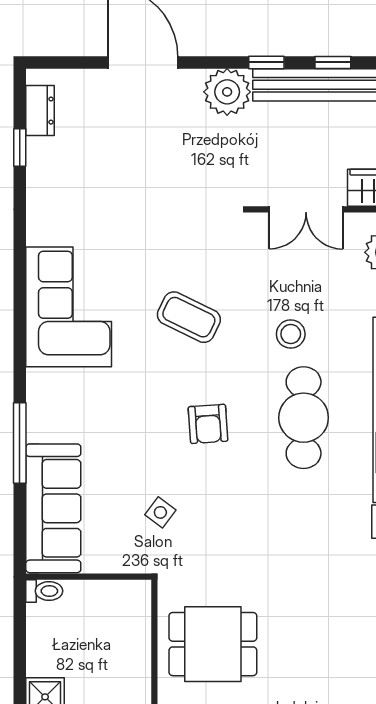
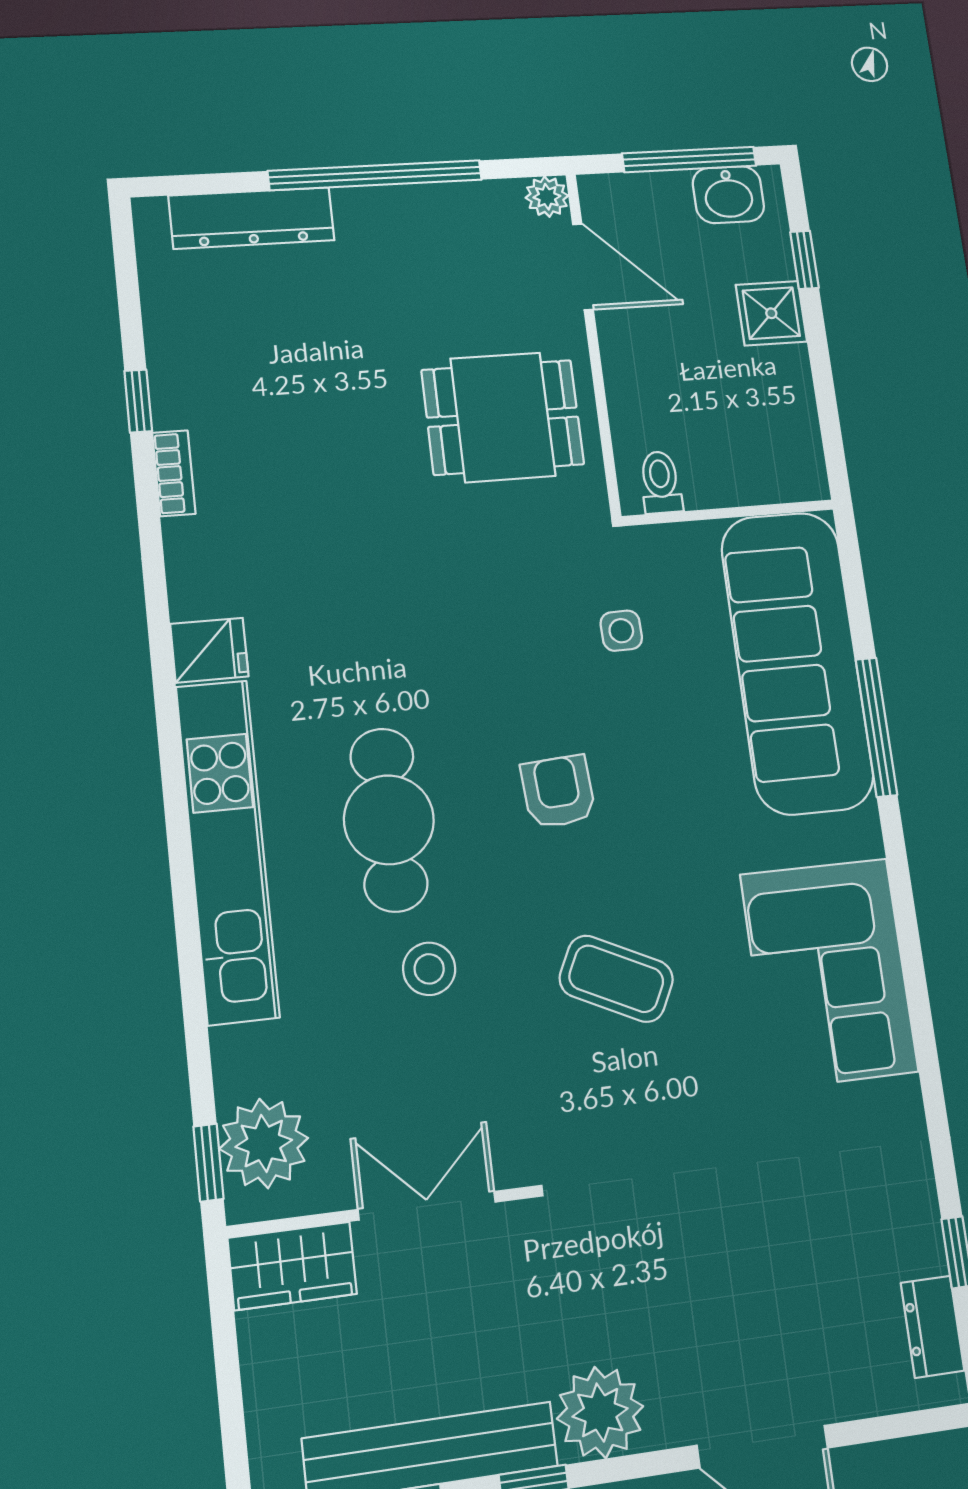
sofa: (53, 508) -> (797, 662), width x1.36, depth x1.27
side table: (160, 512) -> (621, 631), turned -38
toilet: (44, 591) -> (661, 482), moved, turned 90

